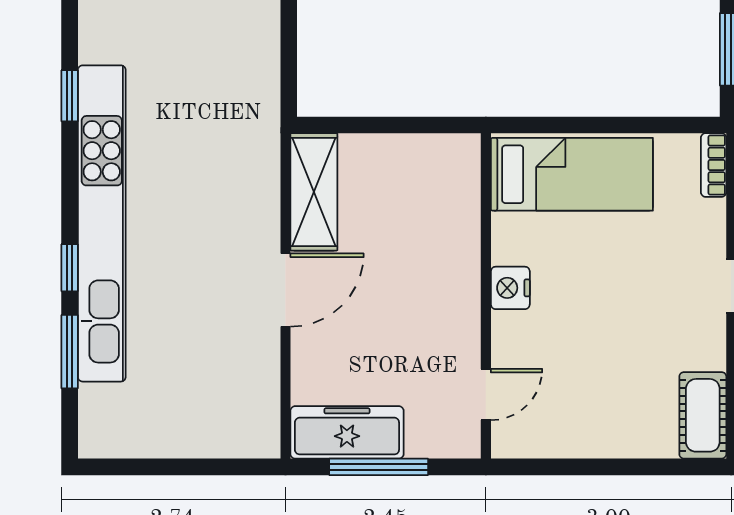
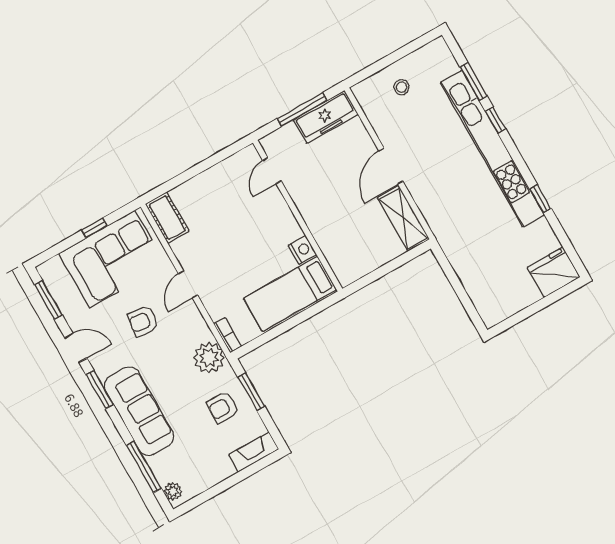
nightstand: (510, 288) -> (302, 250), moved
stool: (194, 410) -> (402, 87), added

